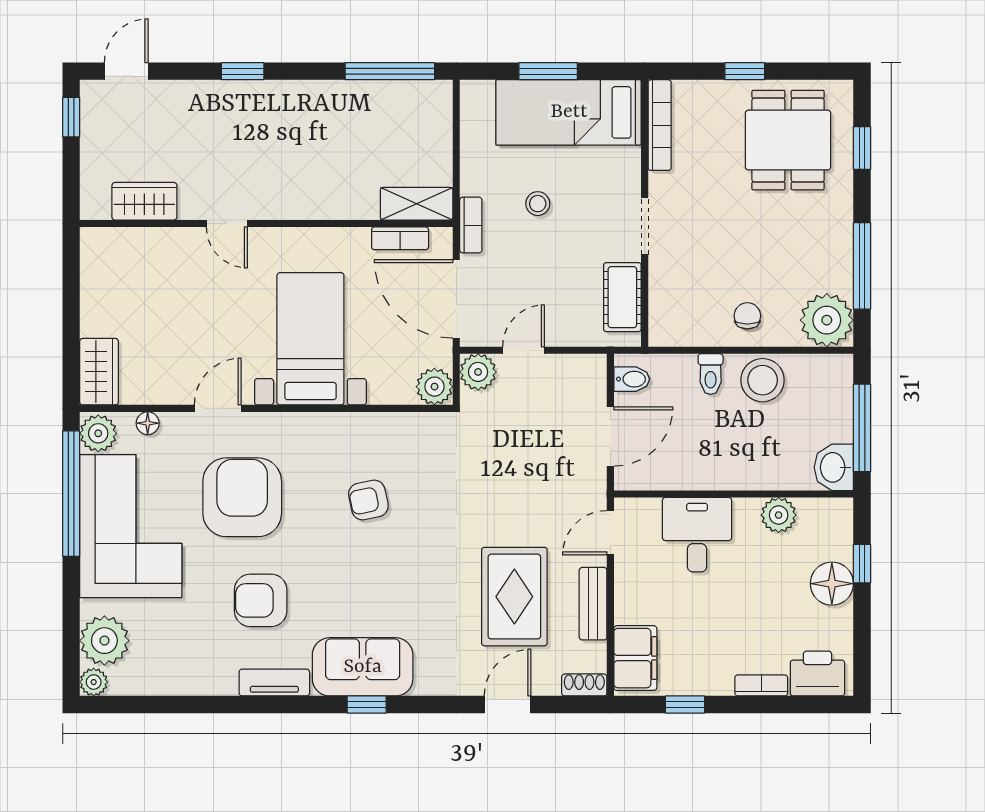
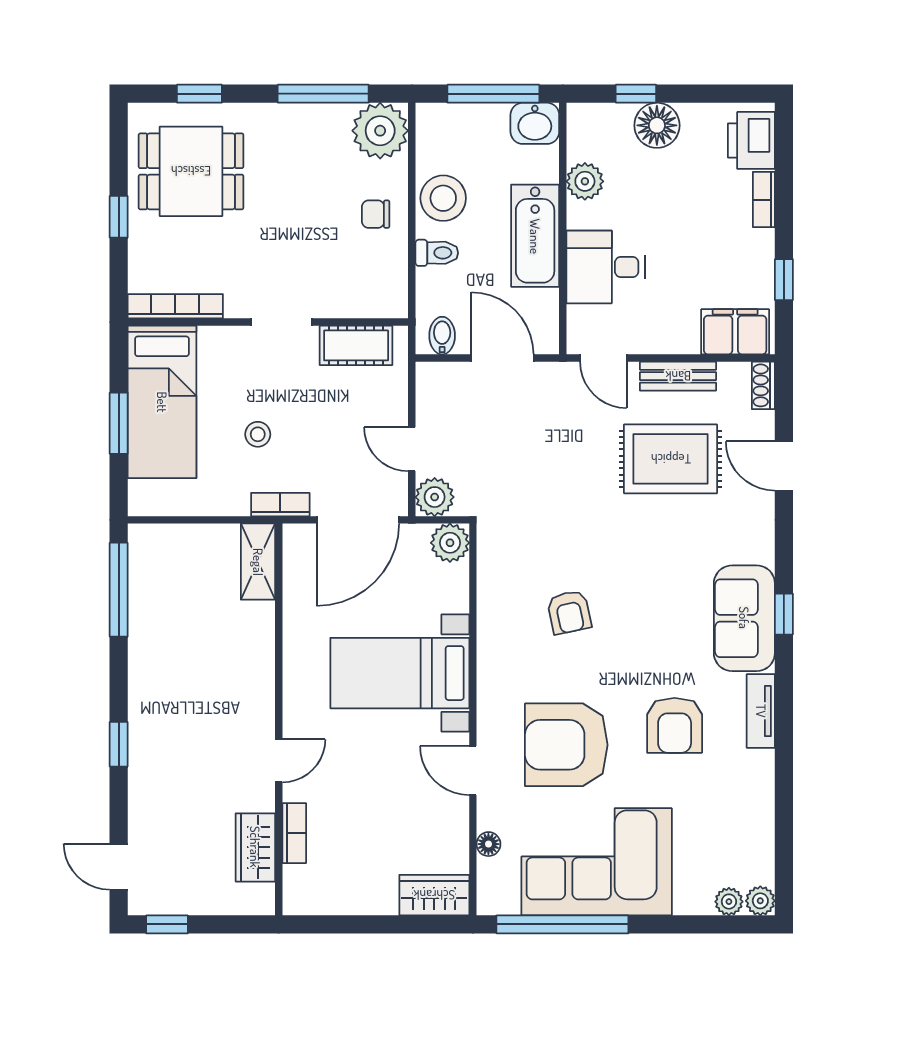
bookcase: (400, 238) -> (294, 833), moved
plant: (98, 433) -> (499, 896), removed
bathtub: (727, 468) -> (535, 236), added
plant: (104, 641) -> (729, 902), width x0.53, depth x0.53

